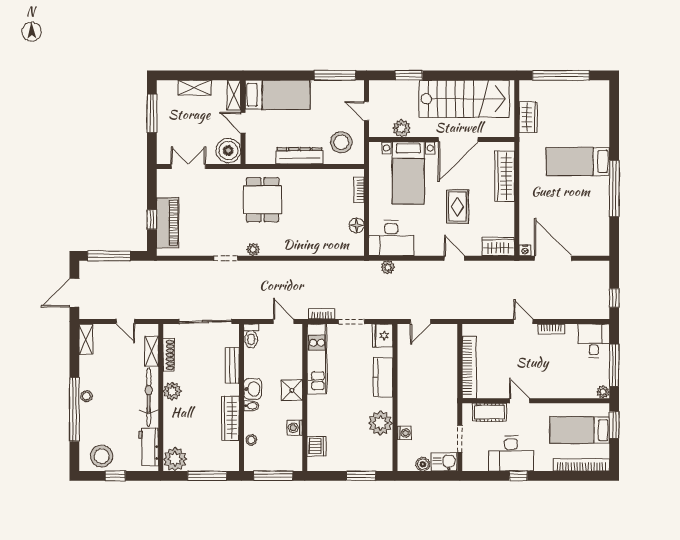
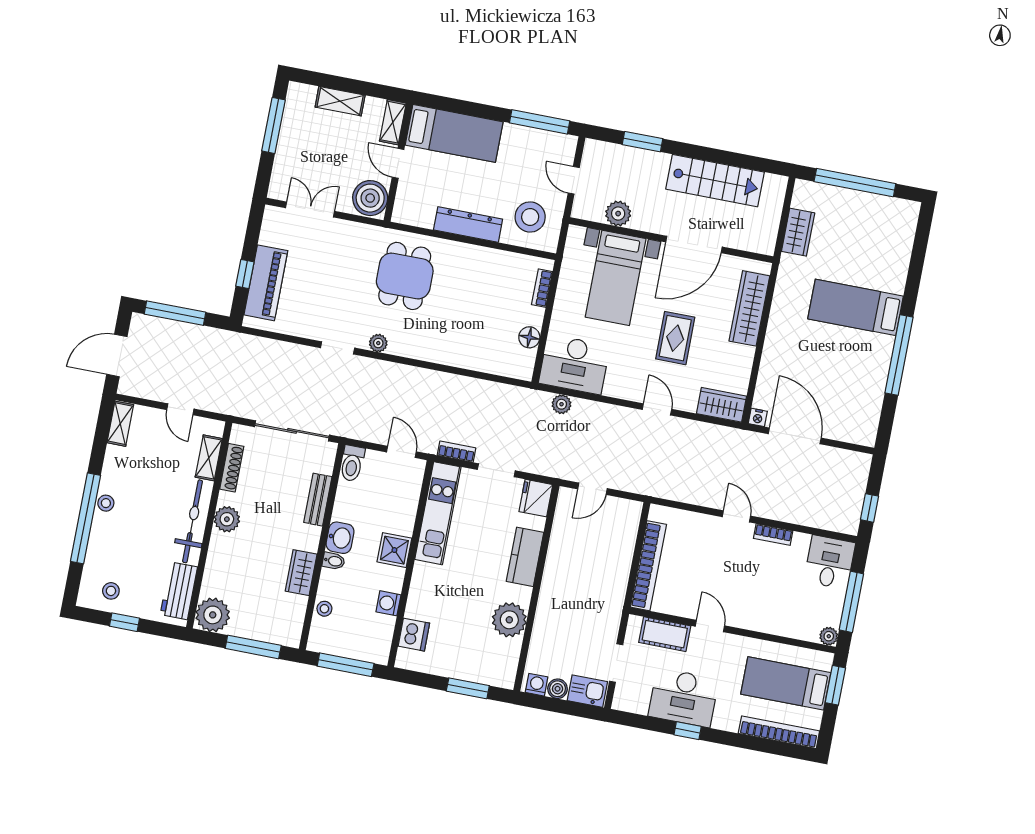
stairs: (464, 99) -> (715, 181), width x0.73, depth x0.66
wardrobe: (230, 418) -> (301, 573), width x0.67
washing machine: (404, 433) -> (537, 685), moved, turned -90
stool: (102, 456) -> (111, 591), width x0.53, depth x0.53

